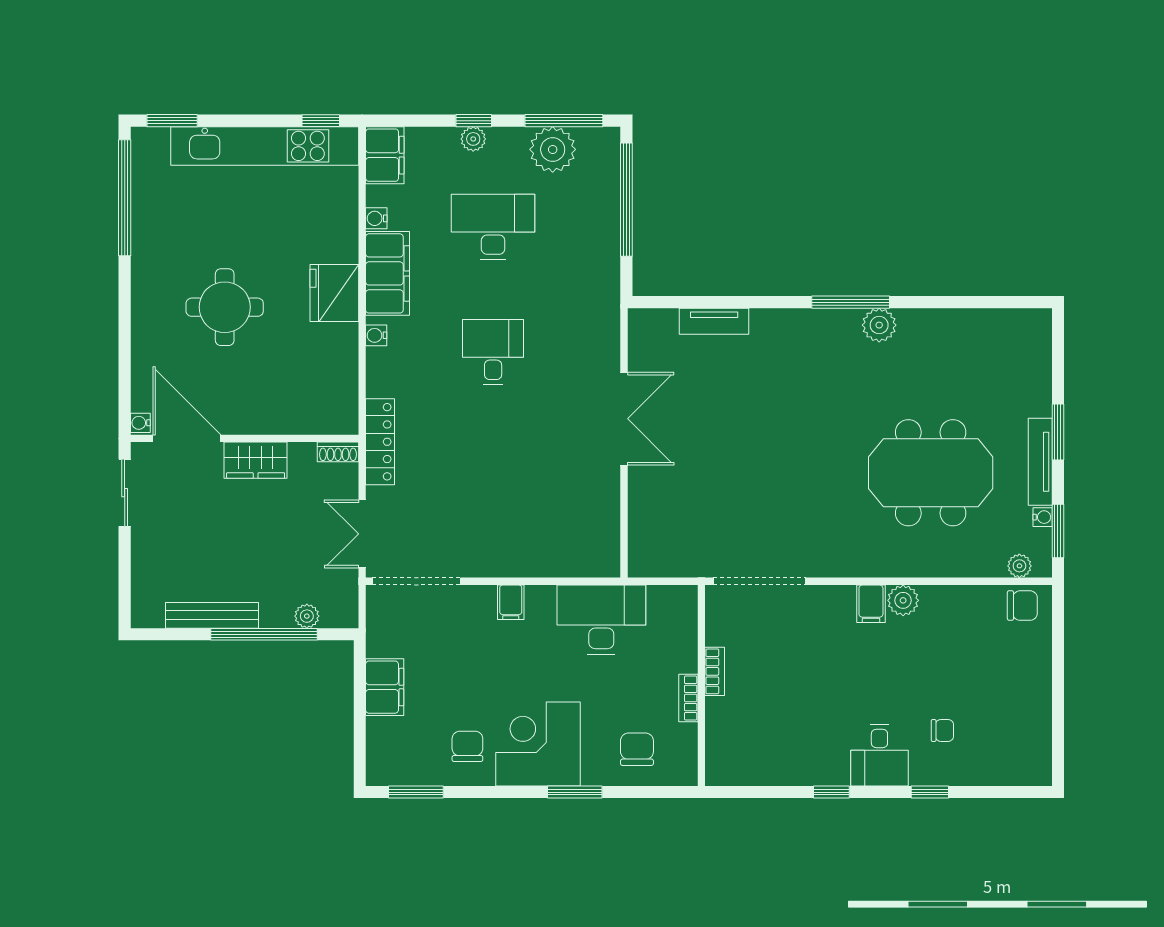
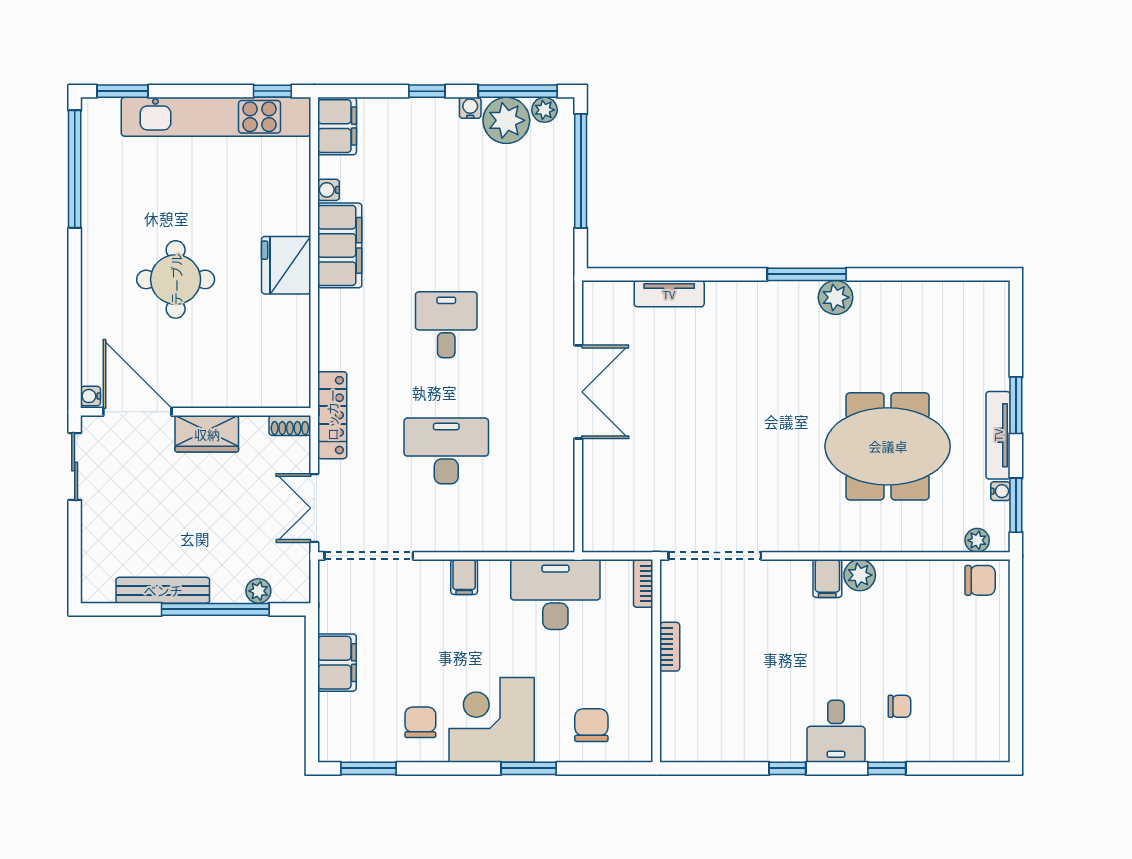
plant: (473, 139) -> (545, 110), moved
desk: (493, 227) -> (446, 451), moved
water cooler: (376, 335) -> (470, 108), moved, turned 90
bookcase: (688, 698) -> (643, 583), moved

